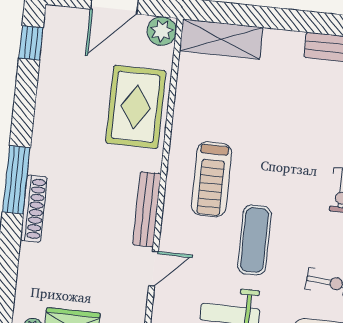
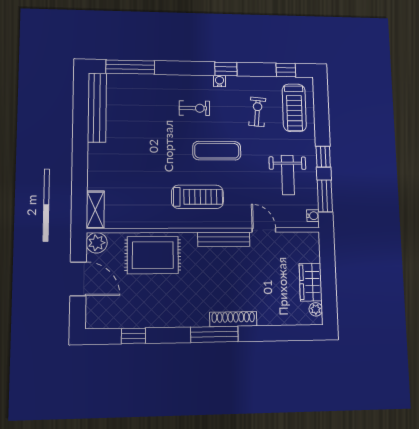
shelving: (221, 39) -> (95, 210), width x0.67, depth x0.75
window: (31, 43) -> (133, 336), moved
exercise mat: (255, 240) -> (217, 151), moved

